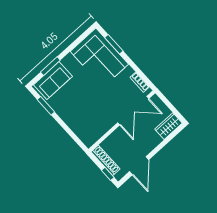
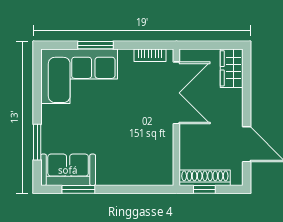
window: (114, 44) -> (95, 45), moved
sofa: (53, 81) -> (68, 170), moved, turned -90
window: (108, 174) -> (204, 189), moved

